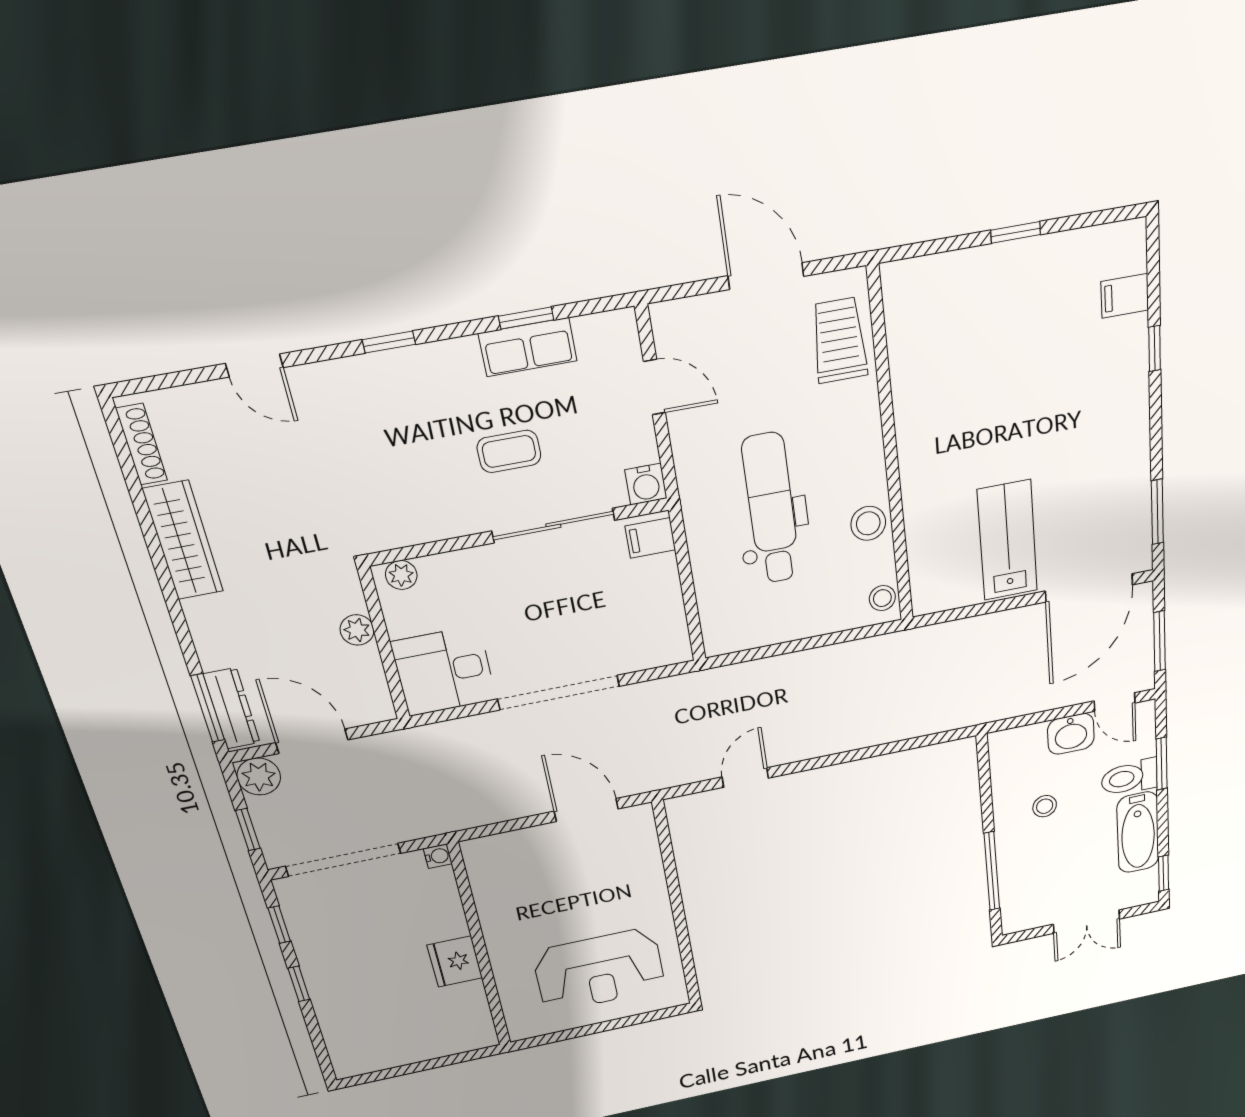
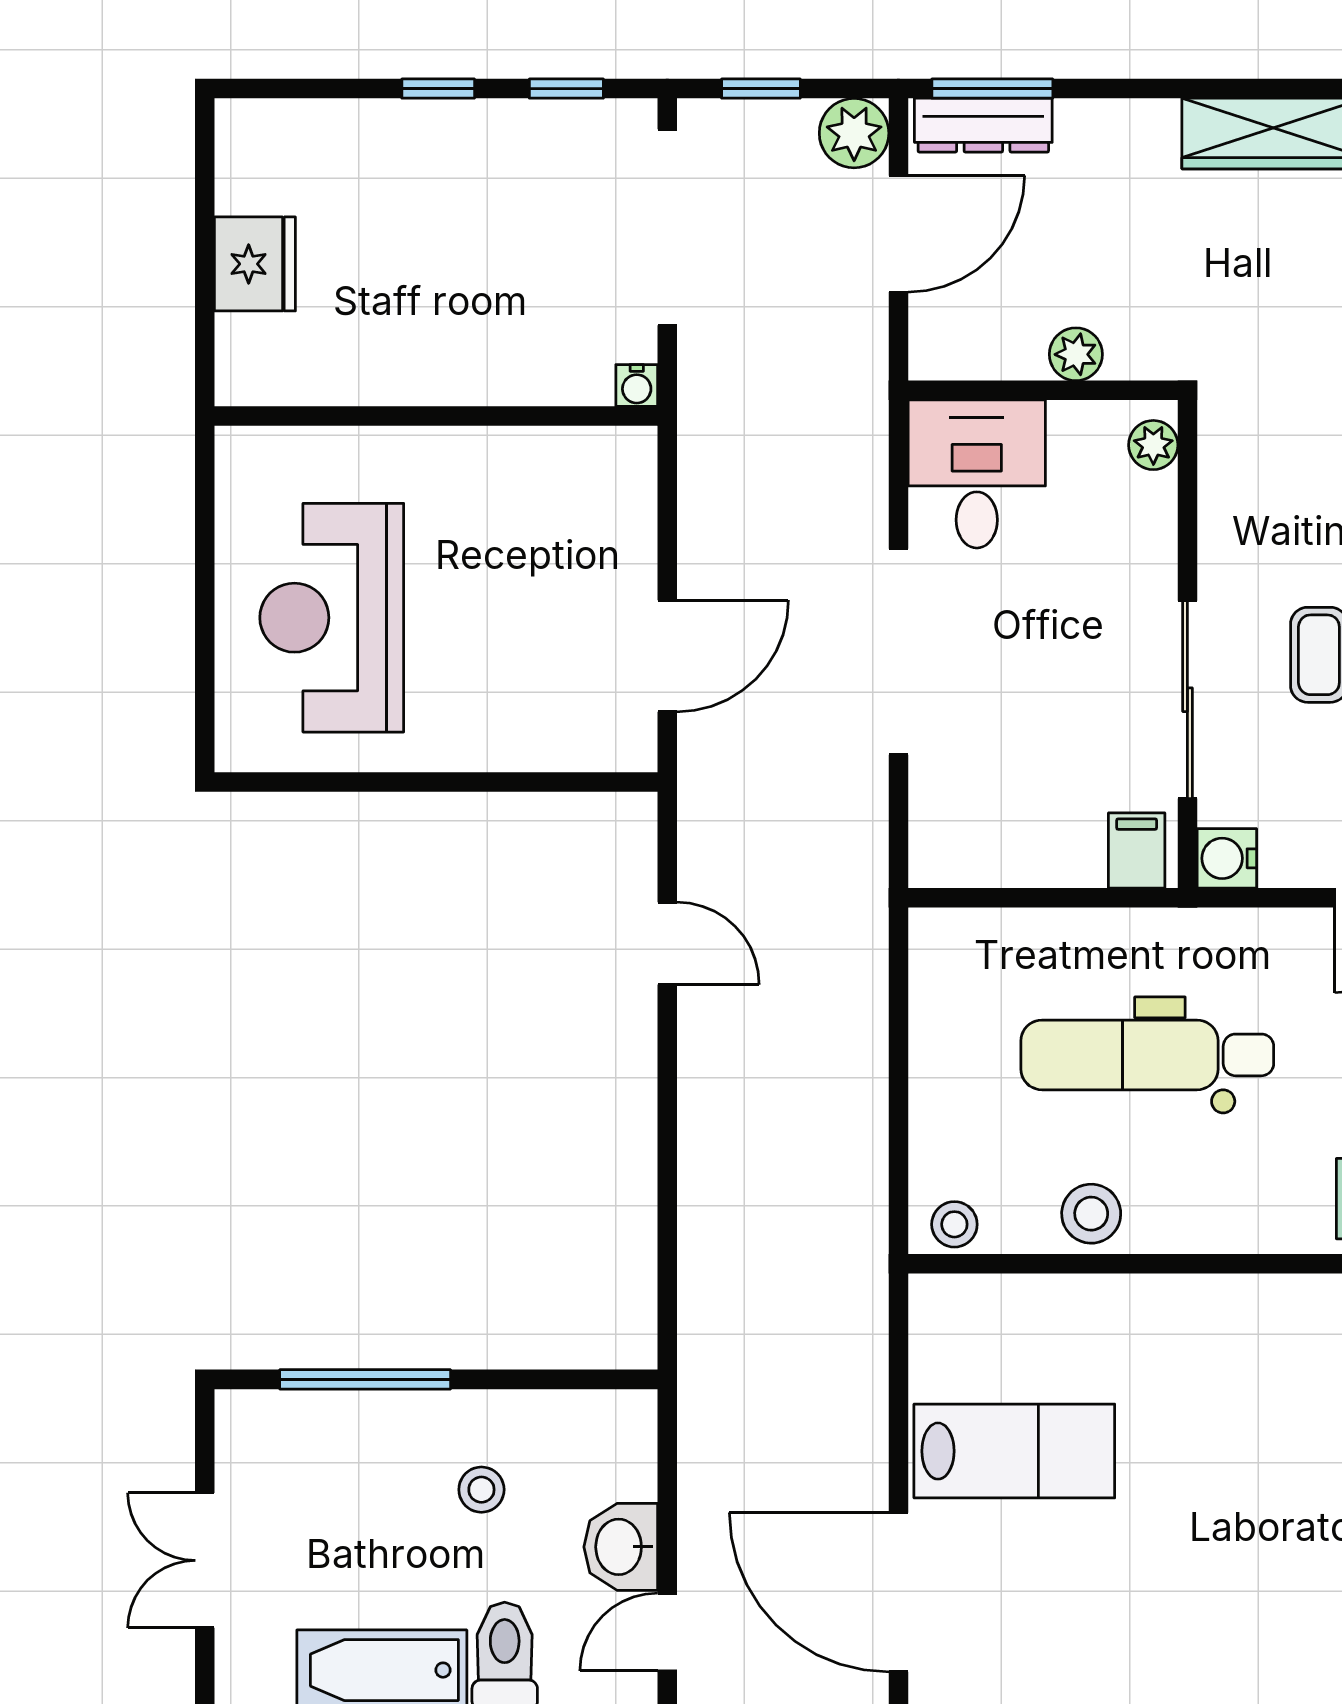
dental chair: (771, 509) -> (1147, 1055), turned 180
fridge: (455, 962) -> (255, 264), moved, turned 90

